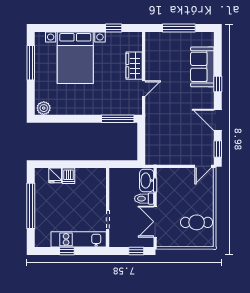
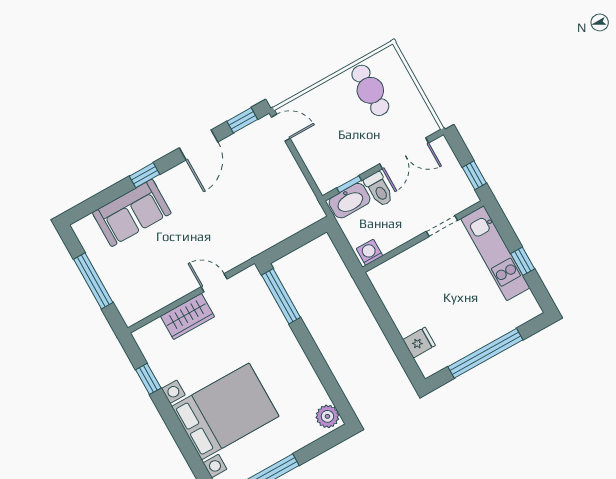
dishwasher: (68, 176) -> (408, 322), removed
washing machine: (115, 176) -> (369, 252), added
window: (136, 251) -> (474, 175), moved

